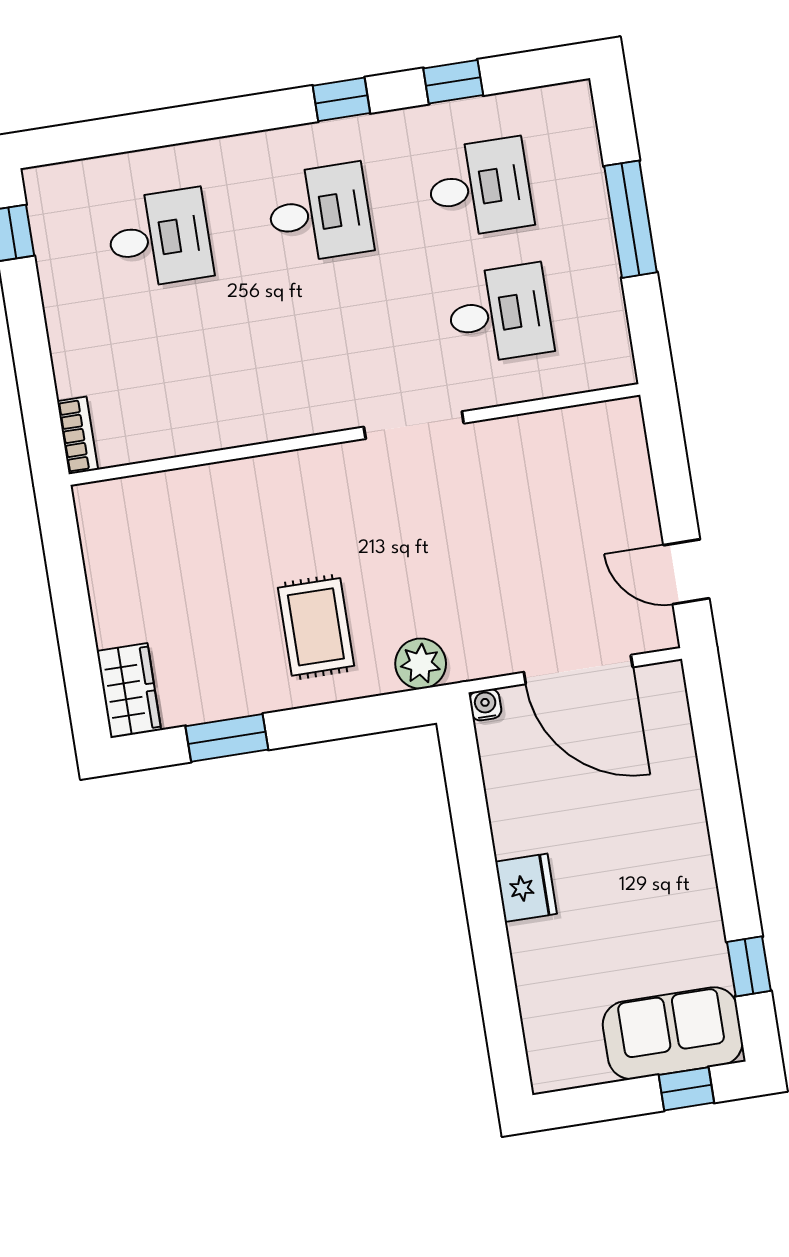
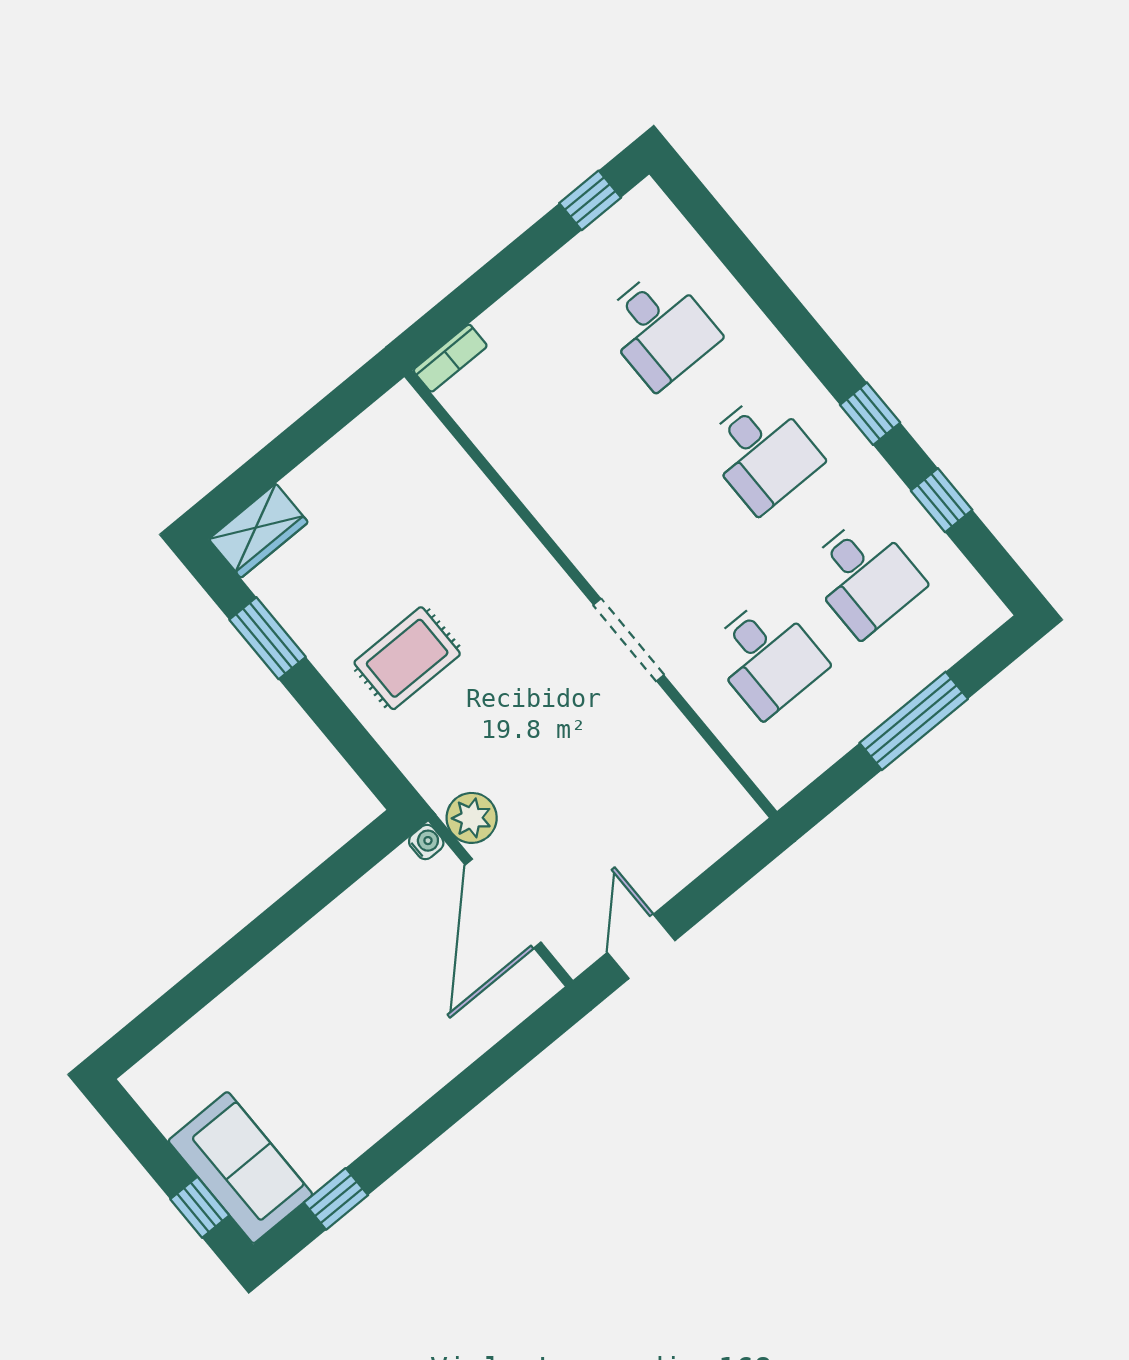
plant: (421, 664) -> (472, 818), moved
fridge: (526, 888) -> (290, 969), removed

